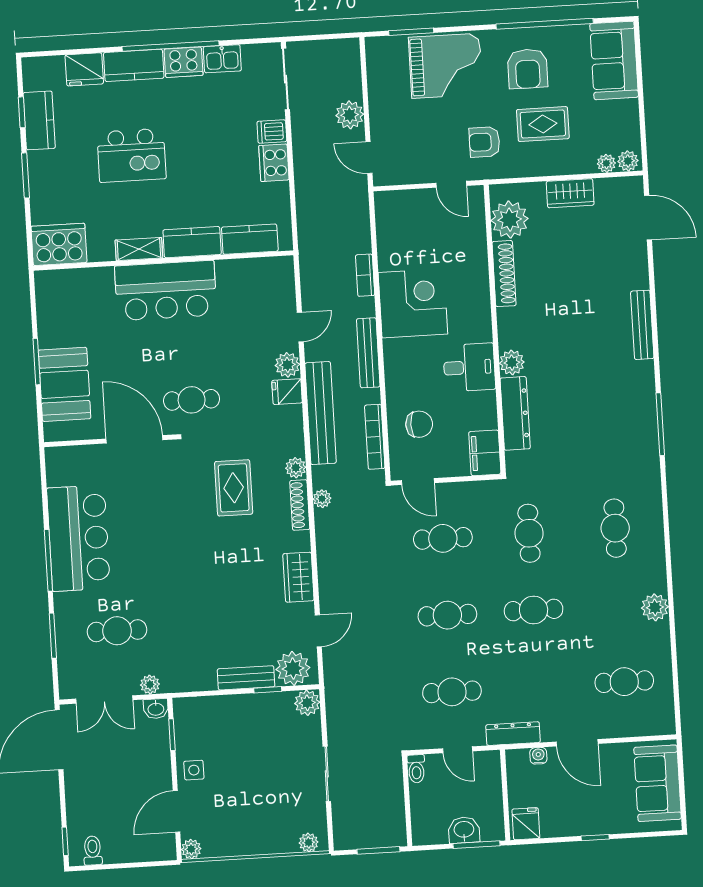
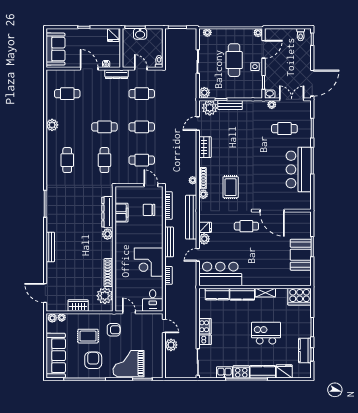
sofa: (614, 60) -> (56, 356), width x1.36
bar counter: (166, 291) -> (220, 274), moved
desk: (469, 367) -> (153, 300), moved, turned -90
booth: (65, 384) -> (301, 255), moved
filing cabinet: (485, 453) -> (121, 213), moved
cafe table: (243, 782) -> (234, 60), added

